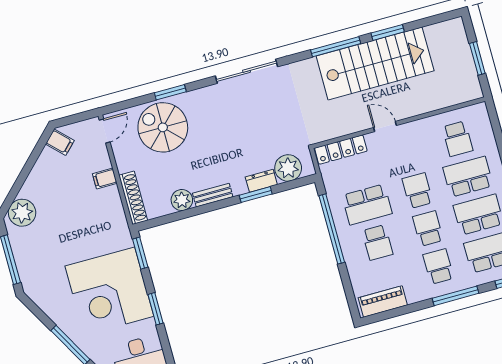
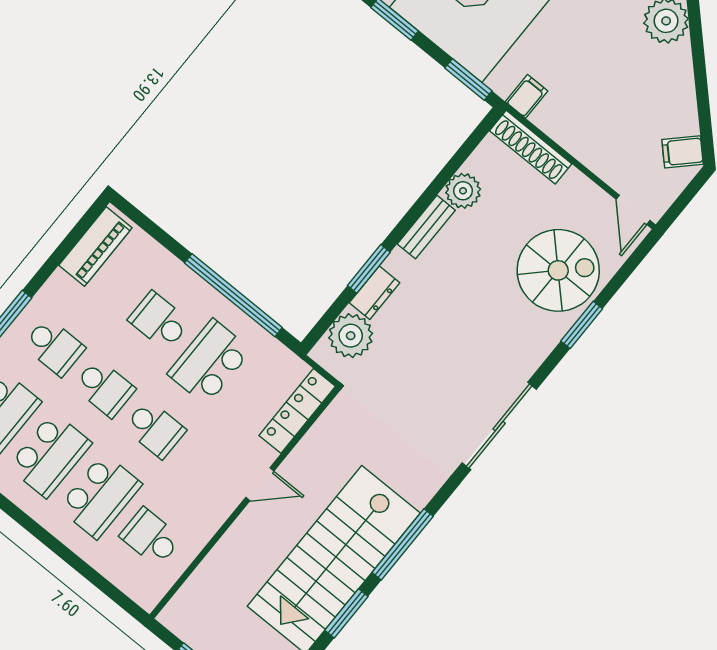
filing cabinet: (105, 179) -> (527, 96), moved

